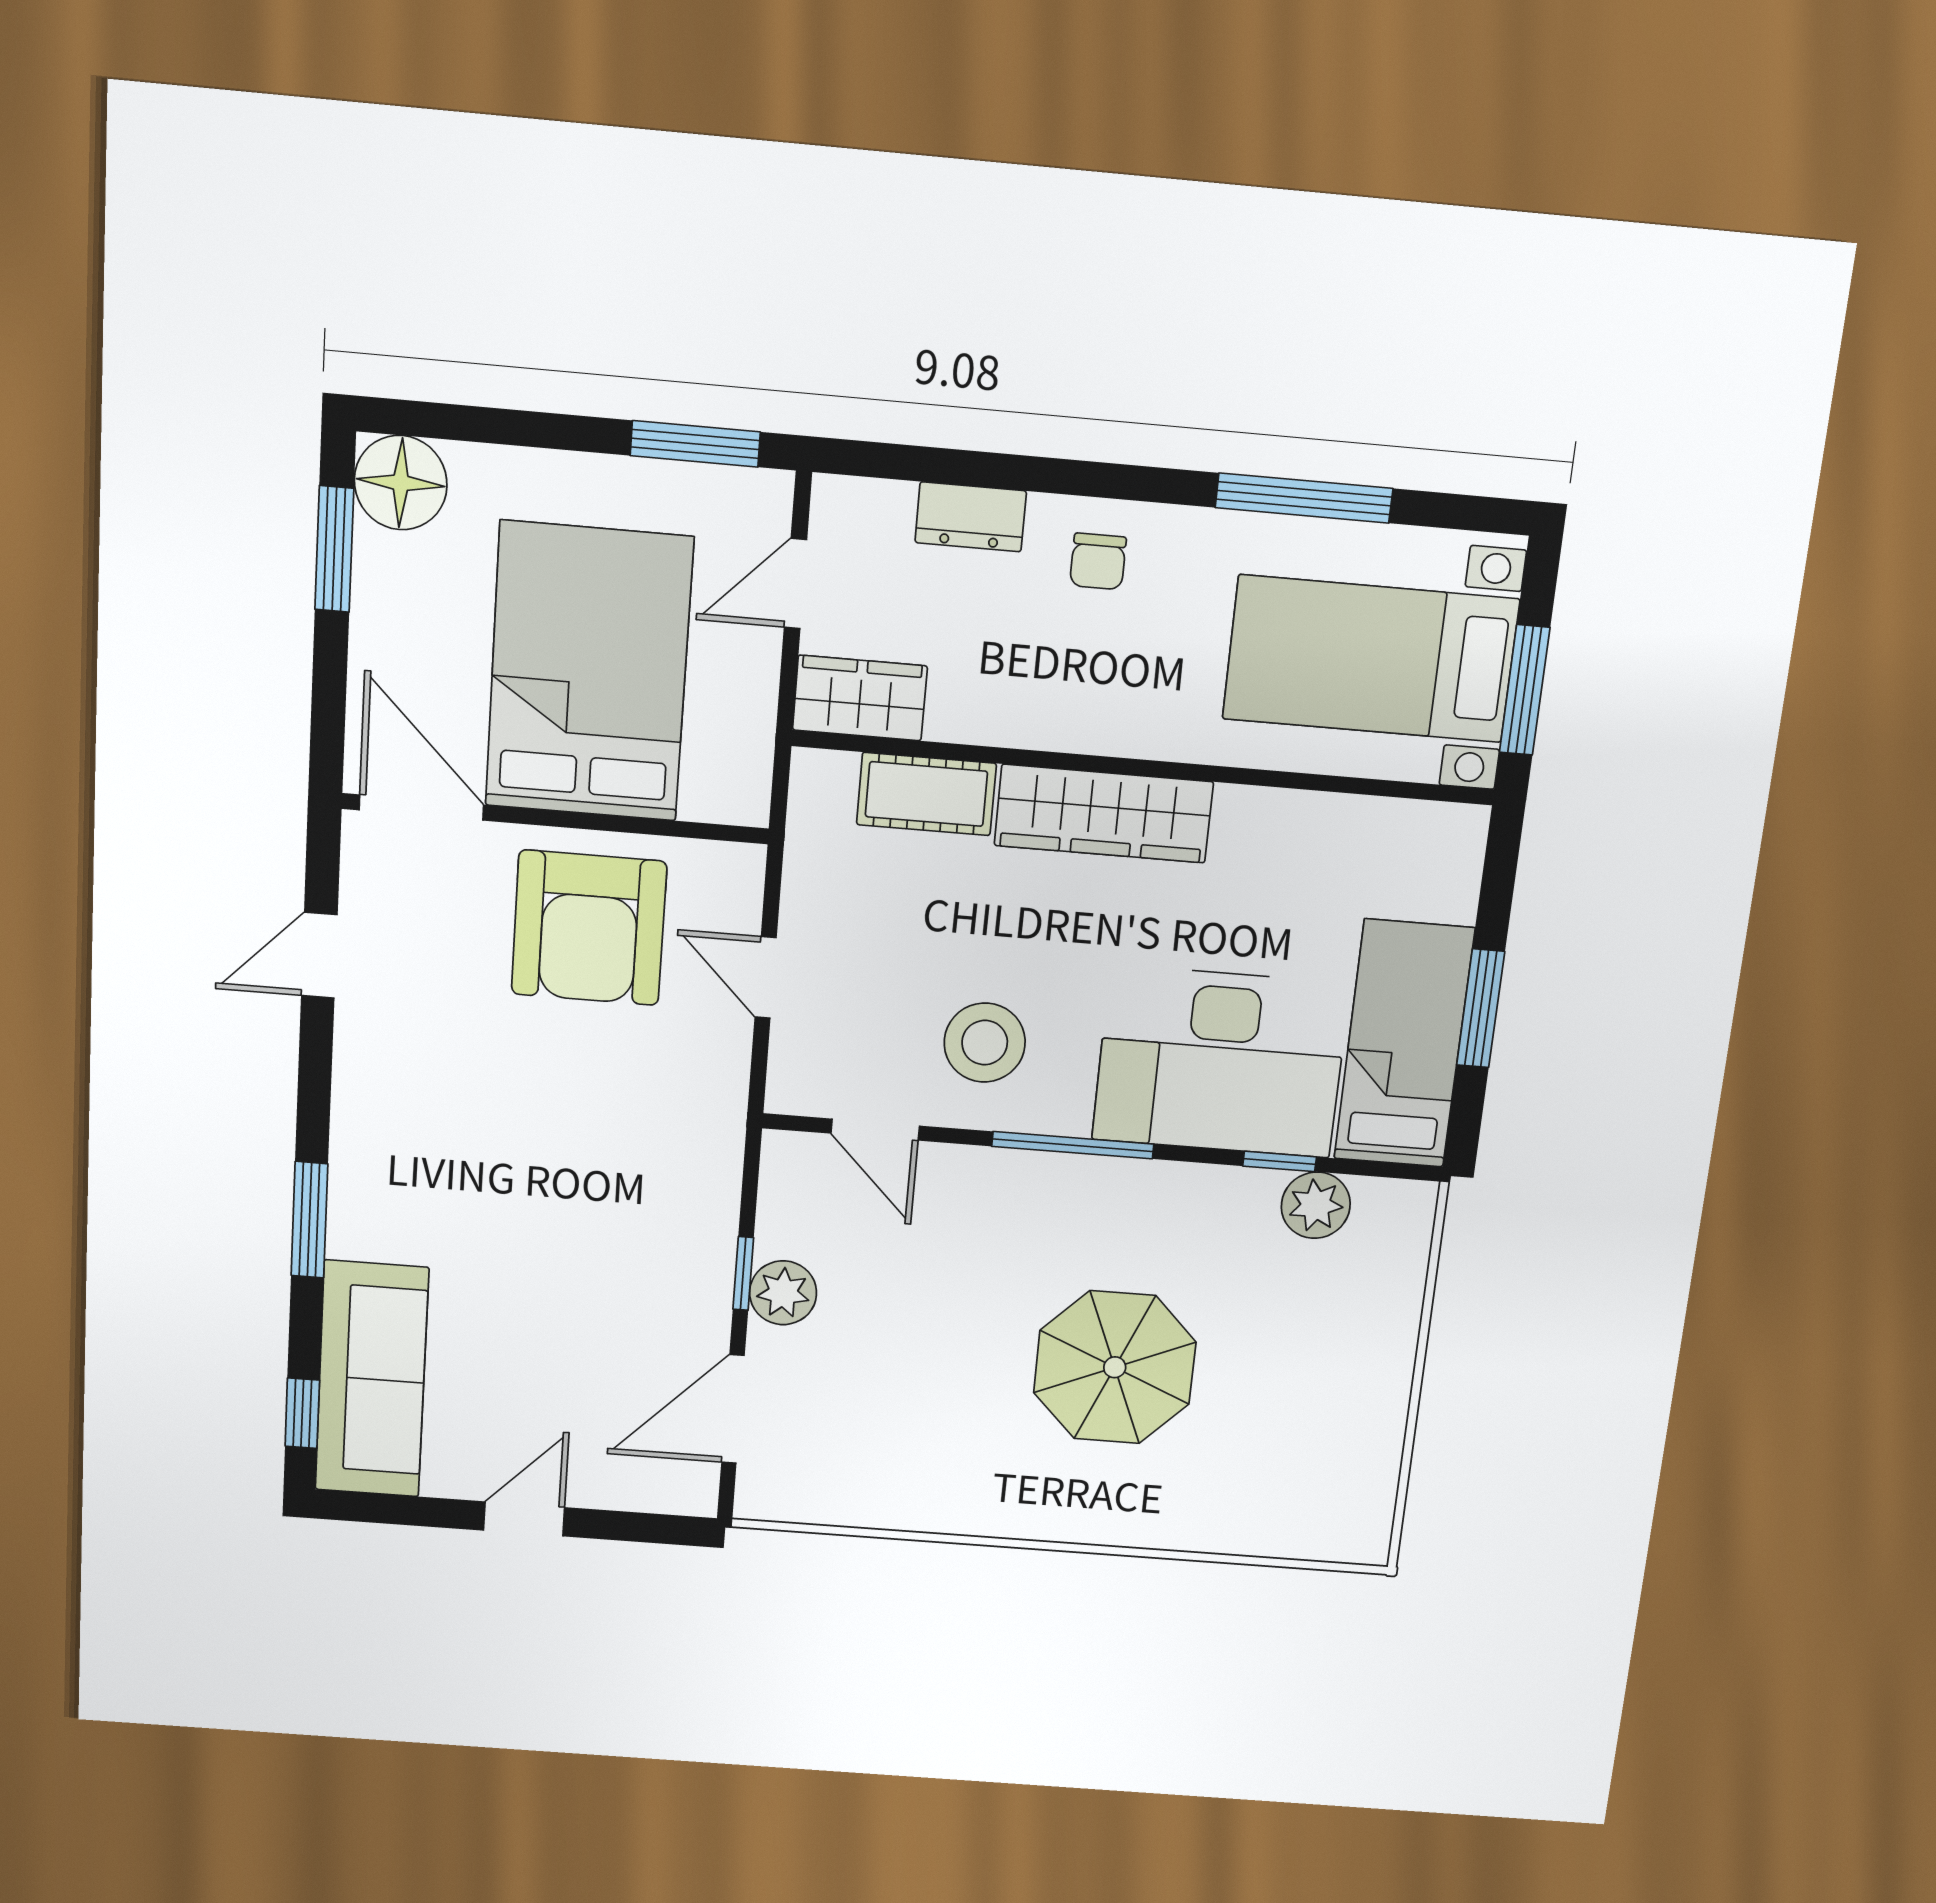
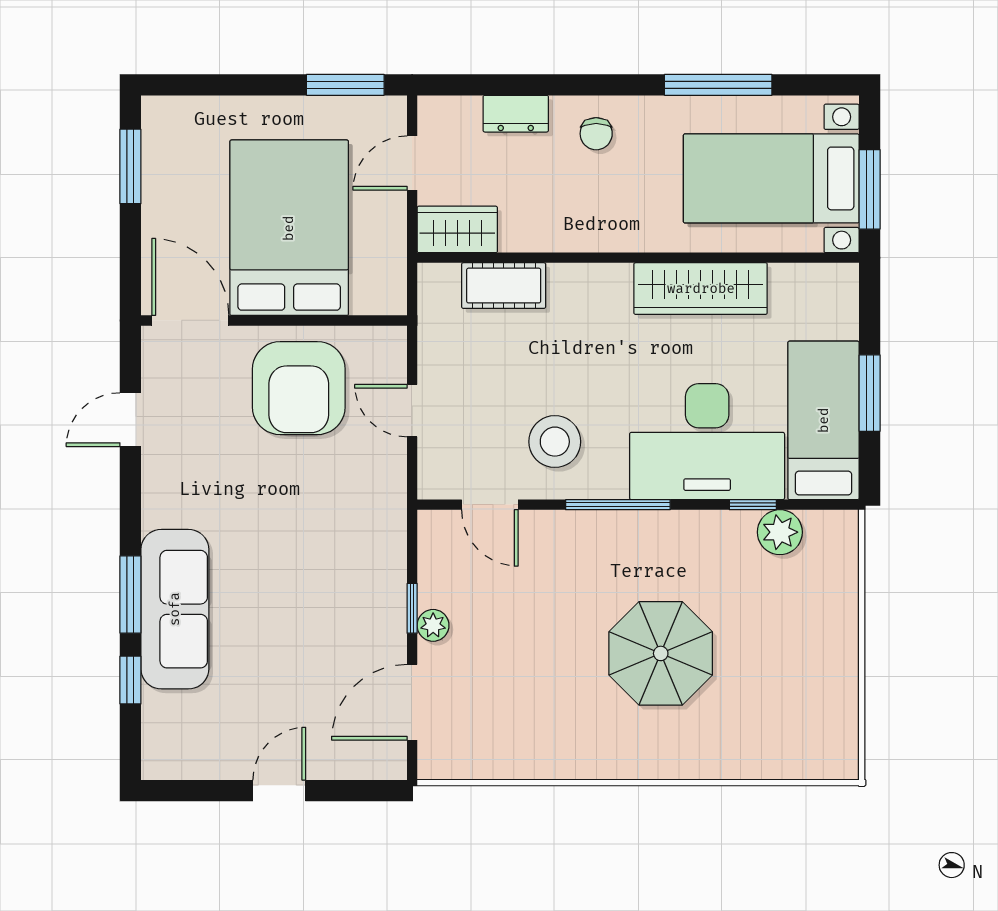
floor lamp: (401, 483) -> (169, 123), removed
wardrobe: (1104, 814) -> (701, 289), moved
plant: (783, 1293) -> (433, 625), width x0.73, depth x0.73
sofa: (372, 1379) -> (175, 609), moved
window: (302, 1413) -> (130, 680), moved

